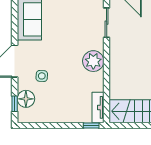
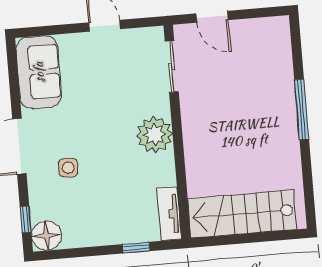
floor lamp: (26, 99) -> (46, 236), moved
window: (91, 125) -> (136, 248), moved

